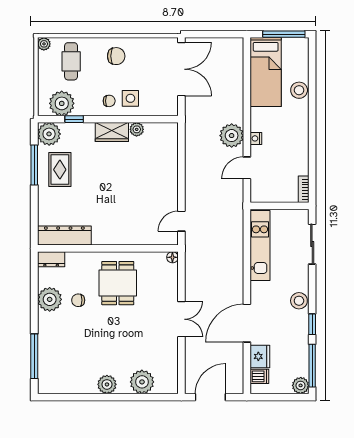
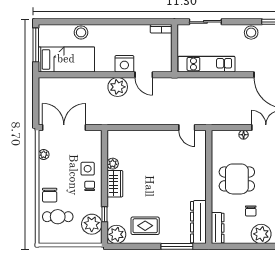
plant: (44, 44) -> (44, 155), moved
chair: (116, 56) -> (50, 195), moved, turned 180
nightstand: (256, 138) -> (124, 64), width x1.89, depth x1.79
window: (34, 165) -> (177, 246), moved
floor lamp: (172, 257) -> (244, 135), moved
dresser: (51, 259) -> (218, 228), width x1.44
plant: (50, 299) -> (261, 234), moved

